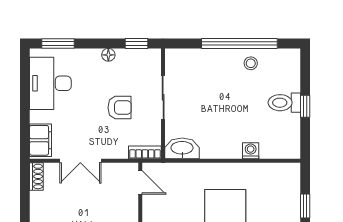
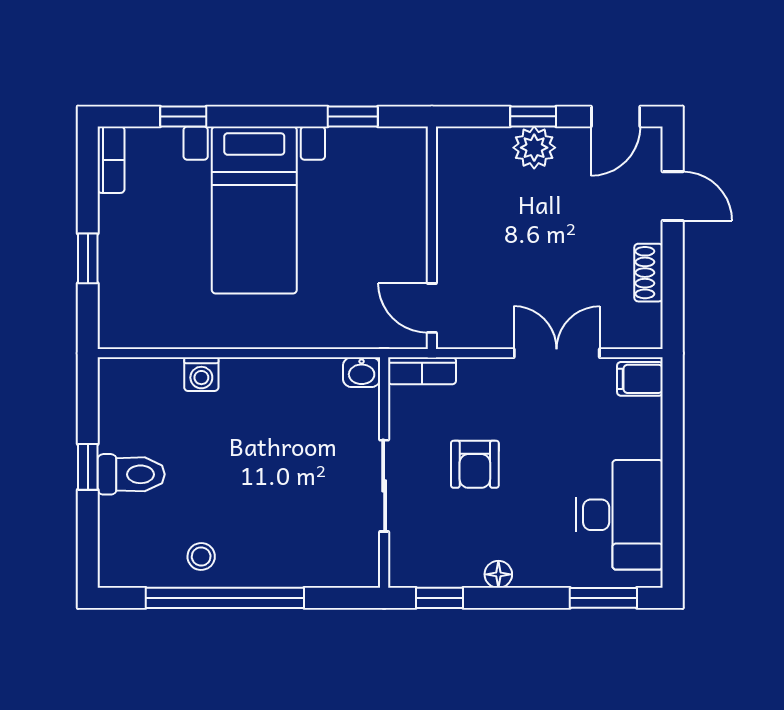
armchair: (120, 108) -> (475, 464), turned -90
filing cabinet: (41, 140) -> (640, 379), width x0.50
washbasin: (182, 148) -> (362, 372), width x0.52, depth x0.69
shoe rack: (36, 176) -> (649, 273), moved

